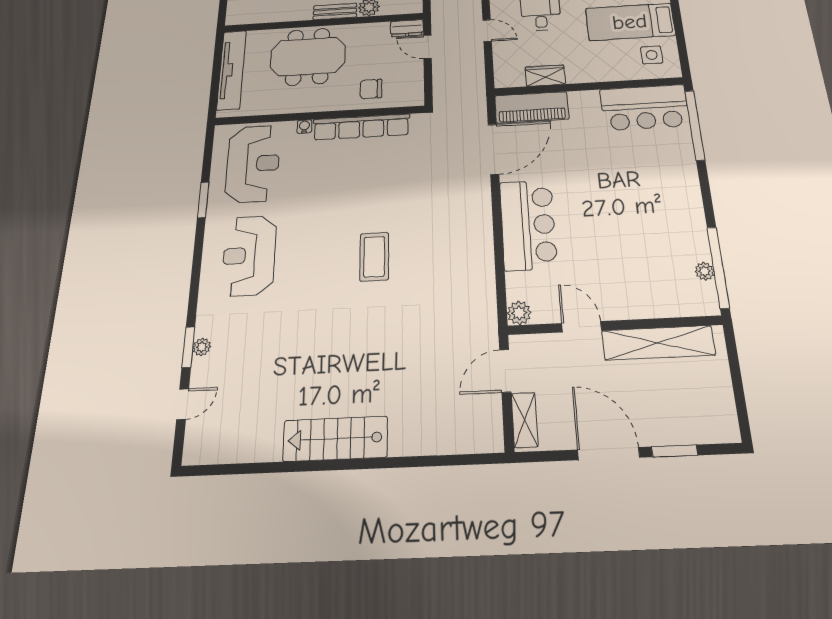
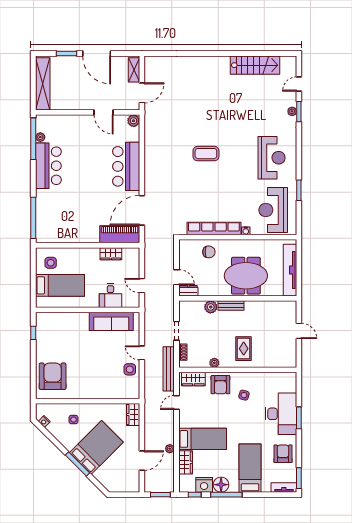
bar counter: (645, 108) -> (48, 166), moved, turned 90
coffee table: (374, 257) -> (206, 154), turned 90
shelving: (658, 343) -> (43, 84), moved, turned 90
stairs: (335, 439) -> (255, 65), moved

